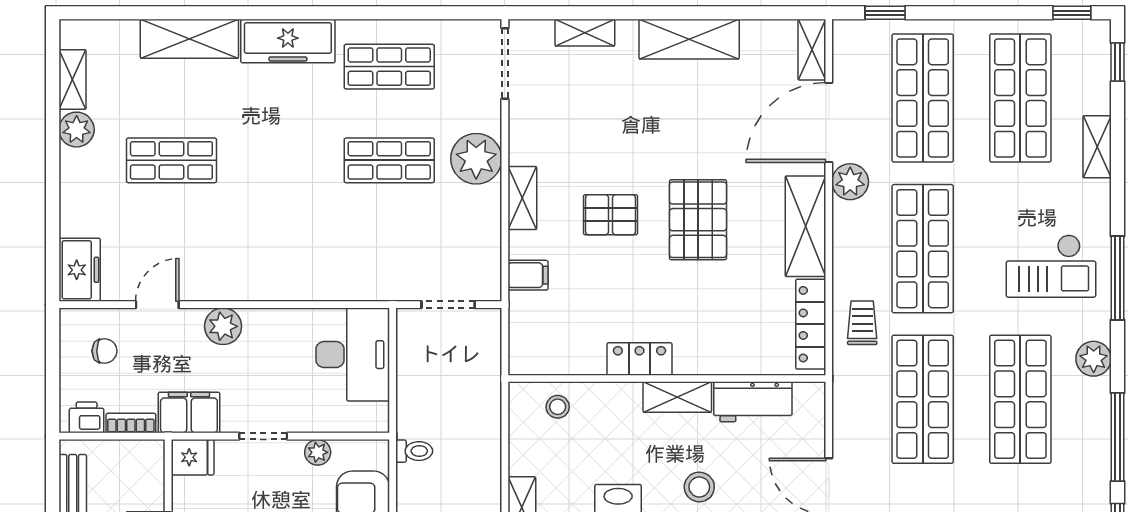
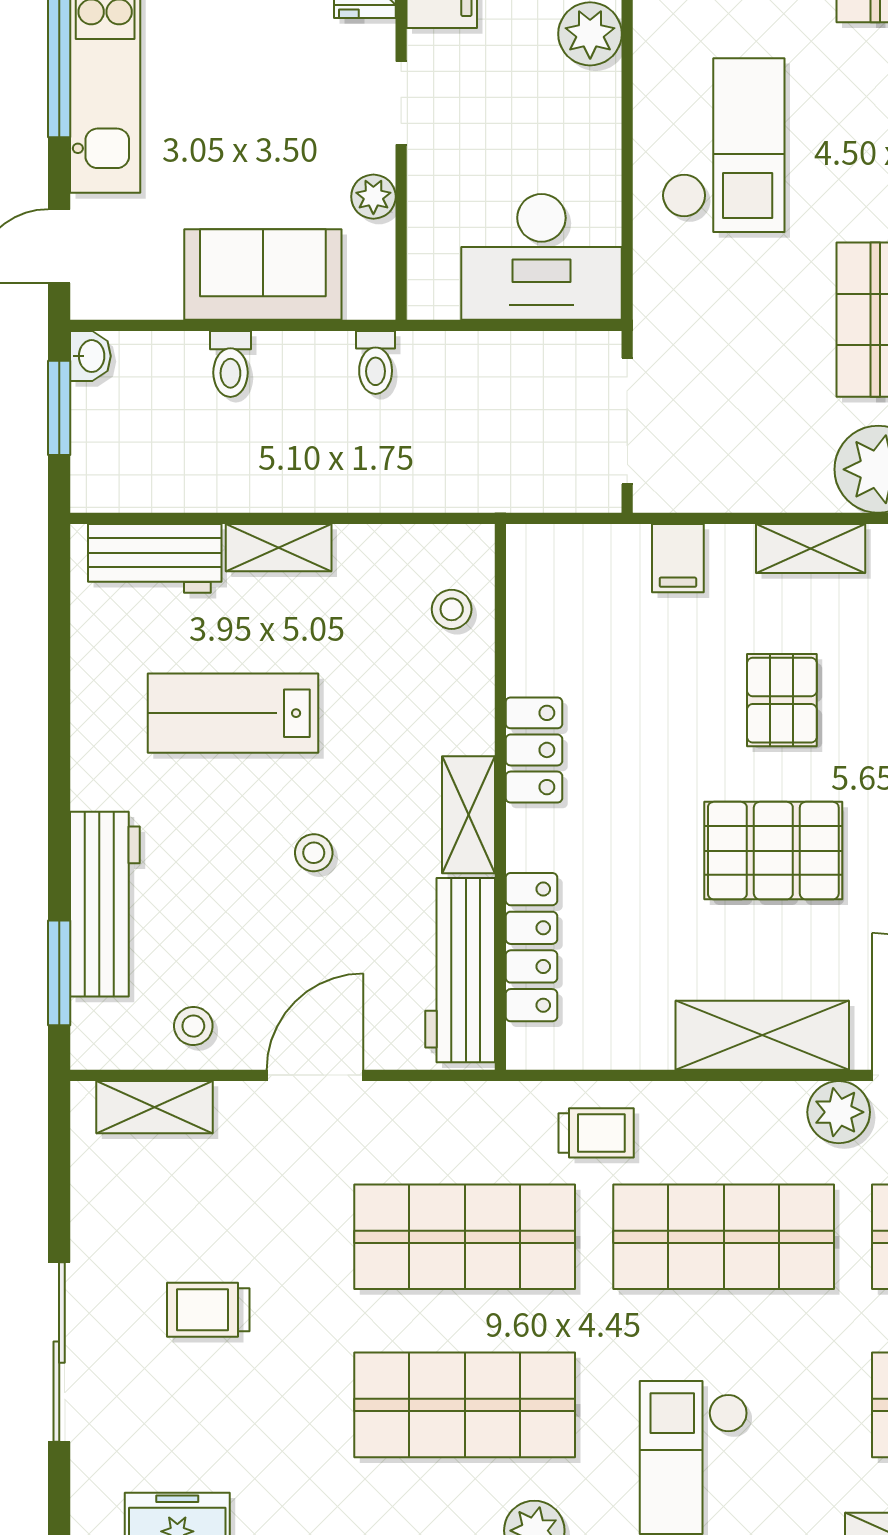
checkout: (288, 249) -> (723, 145), added
doorway: (448, 305) -> (627, 421), width x1.38
locker: (811, 324) -> (531, 947), moved, turned 90
workbench: (753, 402) -> (460, 970), width x1.38
stool: (699, 487) -> (314, 853), width x0.73, depth x0.73

